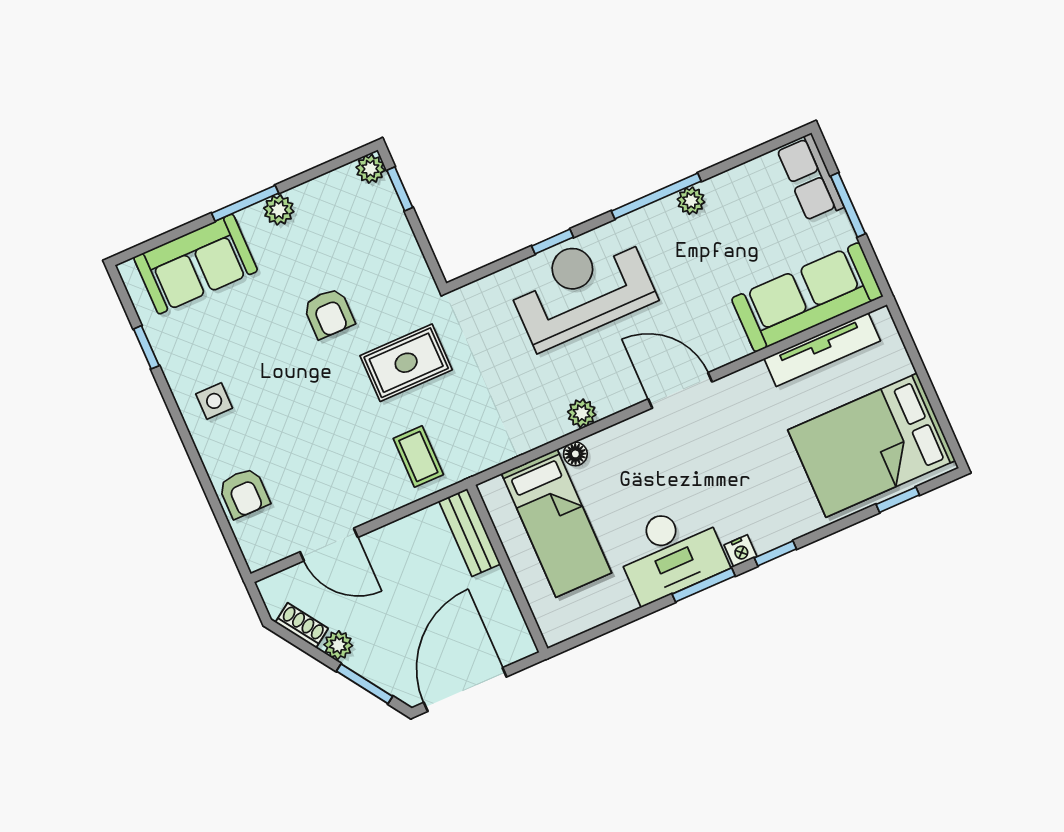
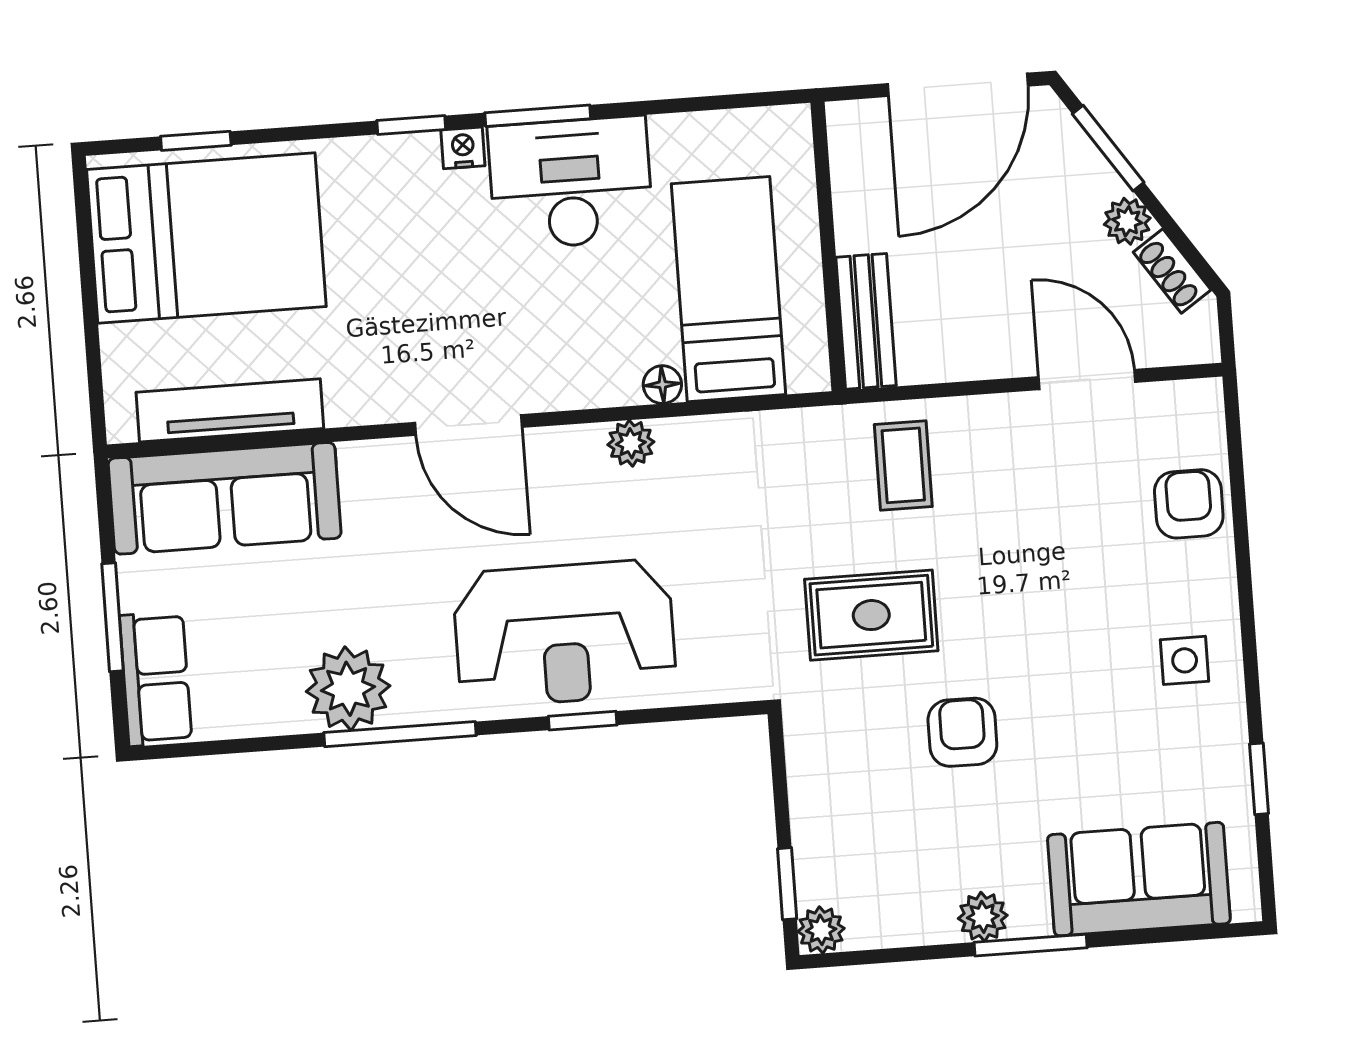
plant: (691, 201) -> (348, 689), width x1.88, depth x1.88

